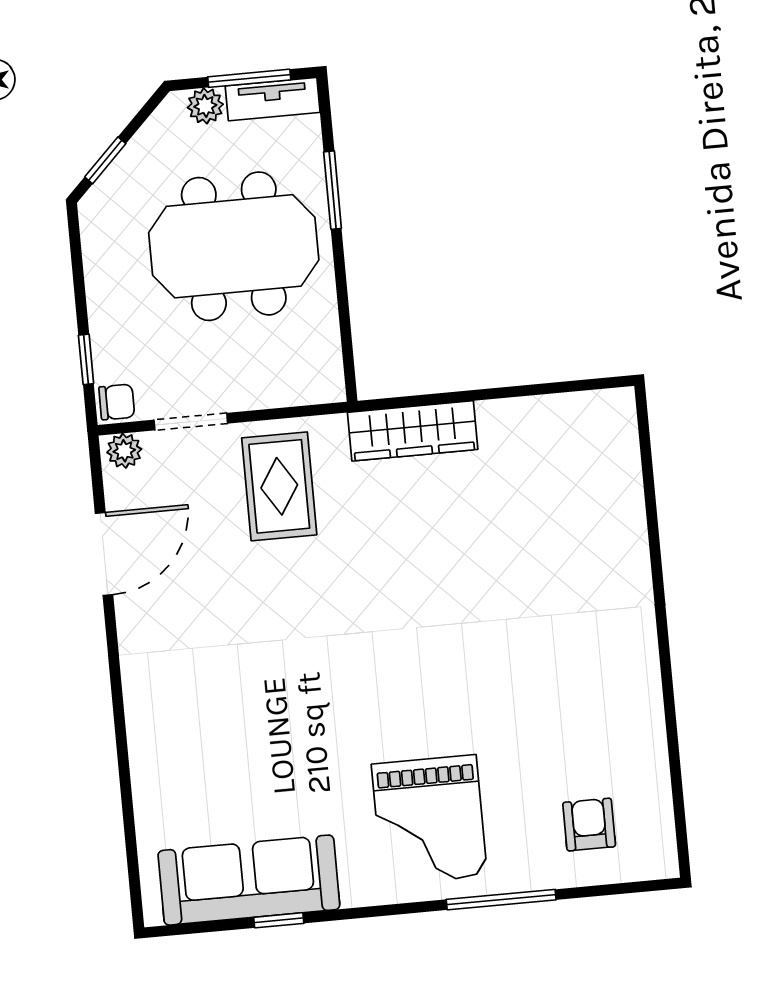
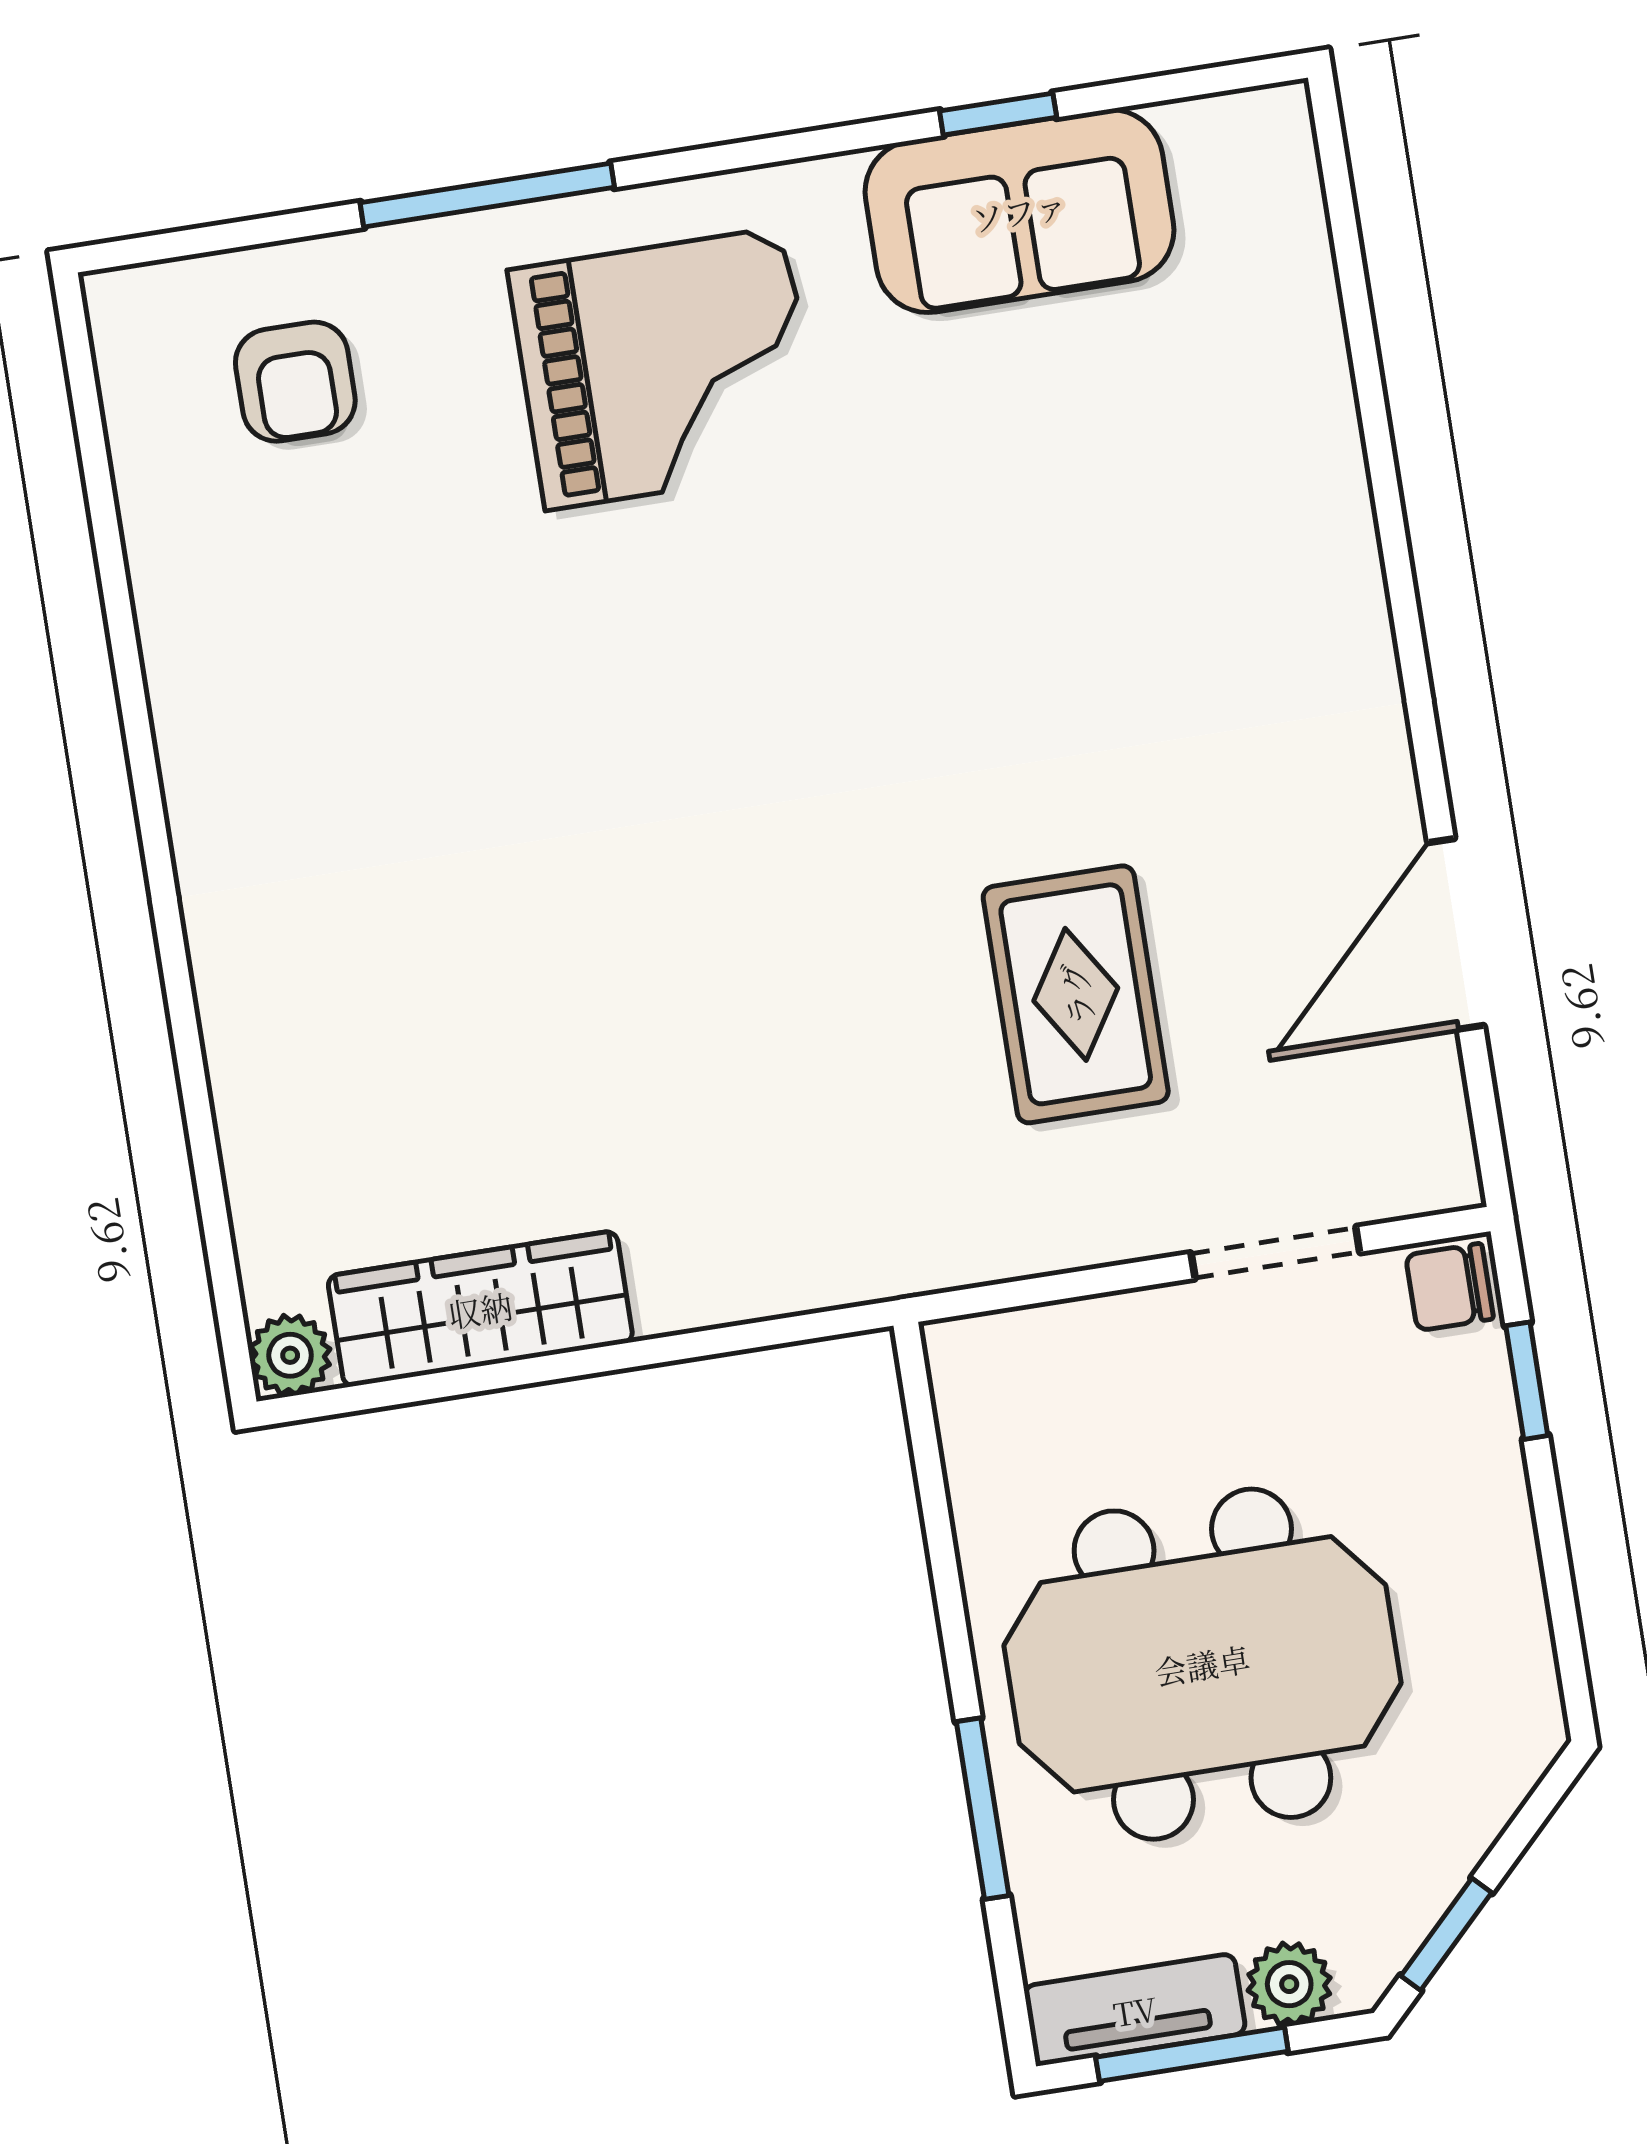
window: (105, 160) -> (1446, 1934), moved
wardrobe: (413, 431) -> (480, 1309), moved
plant: (124, 451) -> (290, 1355), moved
rug: (279, 486) -> (1076, 994), moved
grand piano: (429, 820) -> (665, 368), turned 90
sofa: (249, 880) -> (1019, 211), width x0.73

